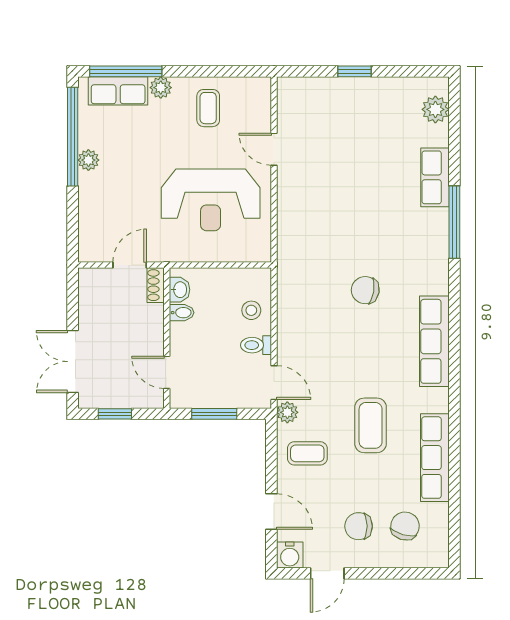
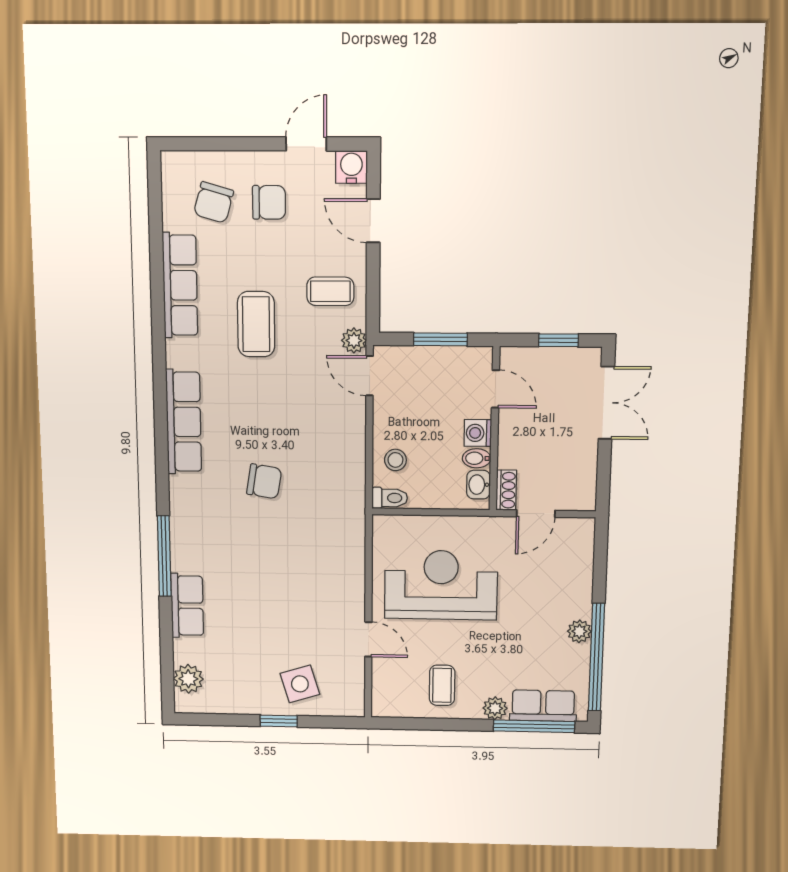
side table: (335, 107) -> (300, 684), added
washing machine: (181, 335) -> (478, 433), added
toilet: (256, 345) -> (390, 498), moved

